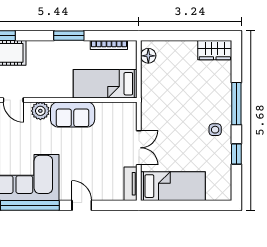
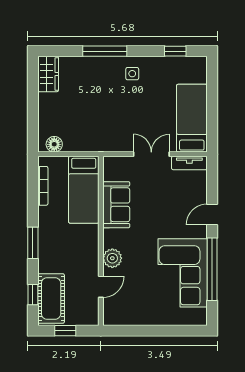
window: (69, 36) -> (33, 243), moved
sofa: (73, 114) -> (116, 205), moved
window: (236, 154) -> (175, 51), moved

